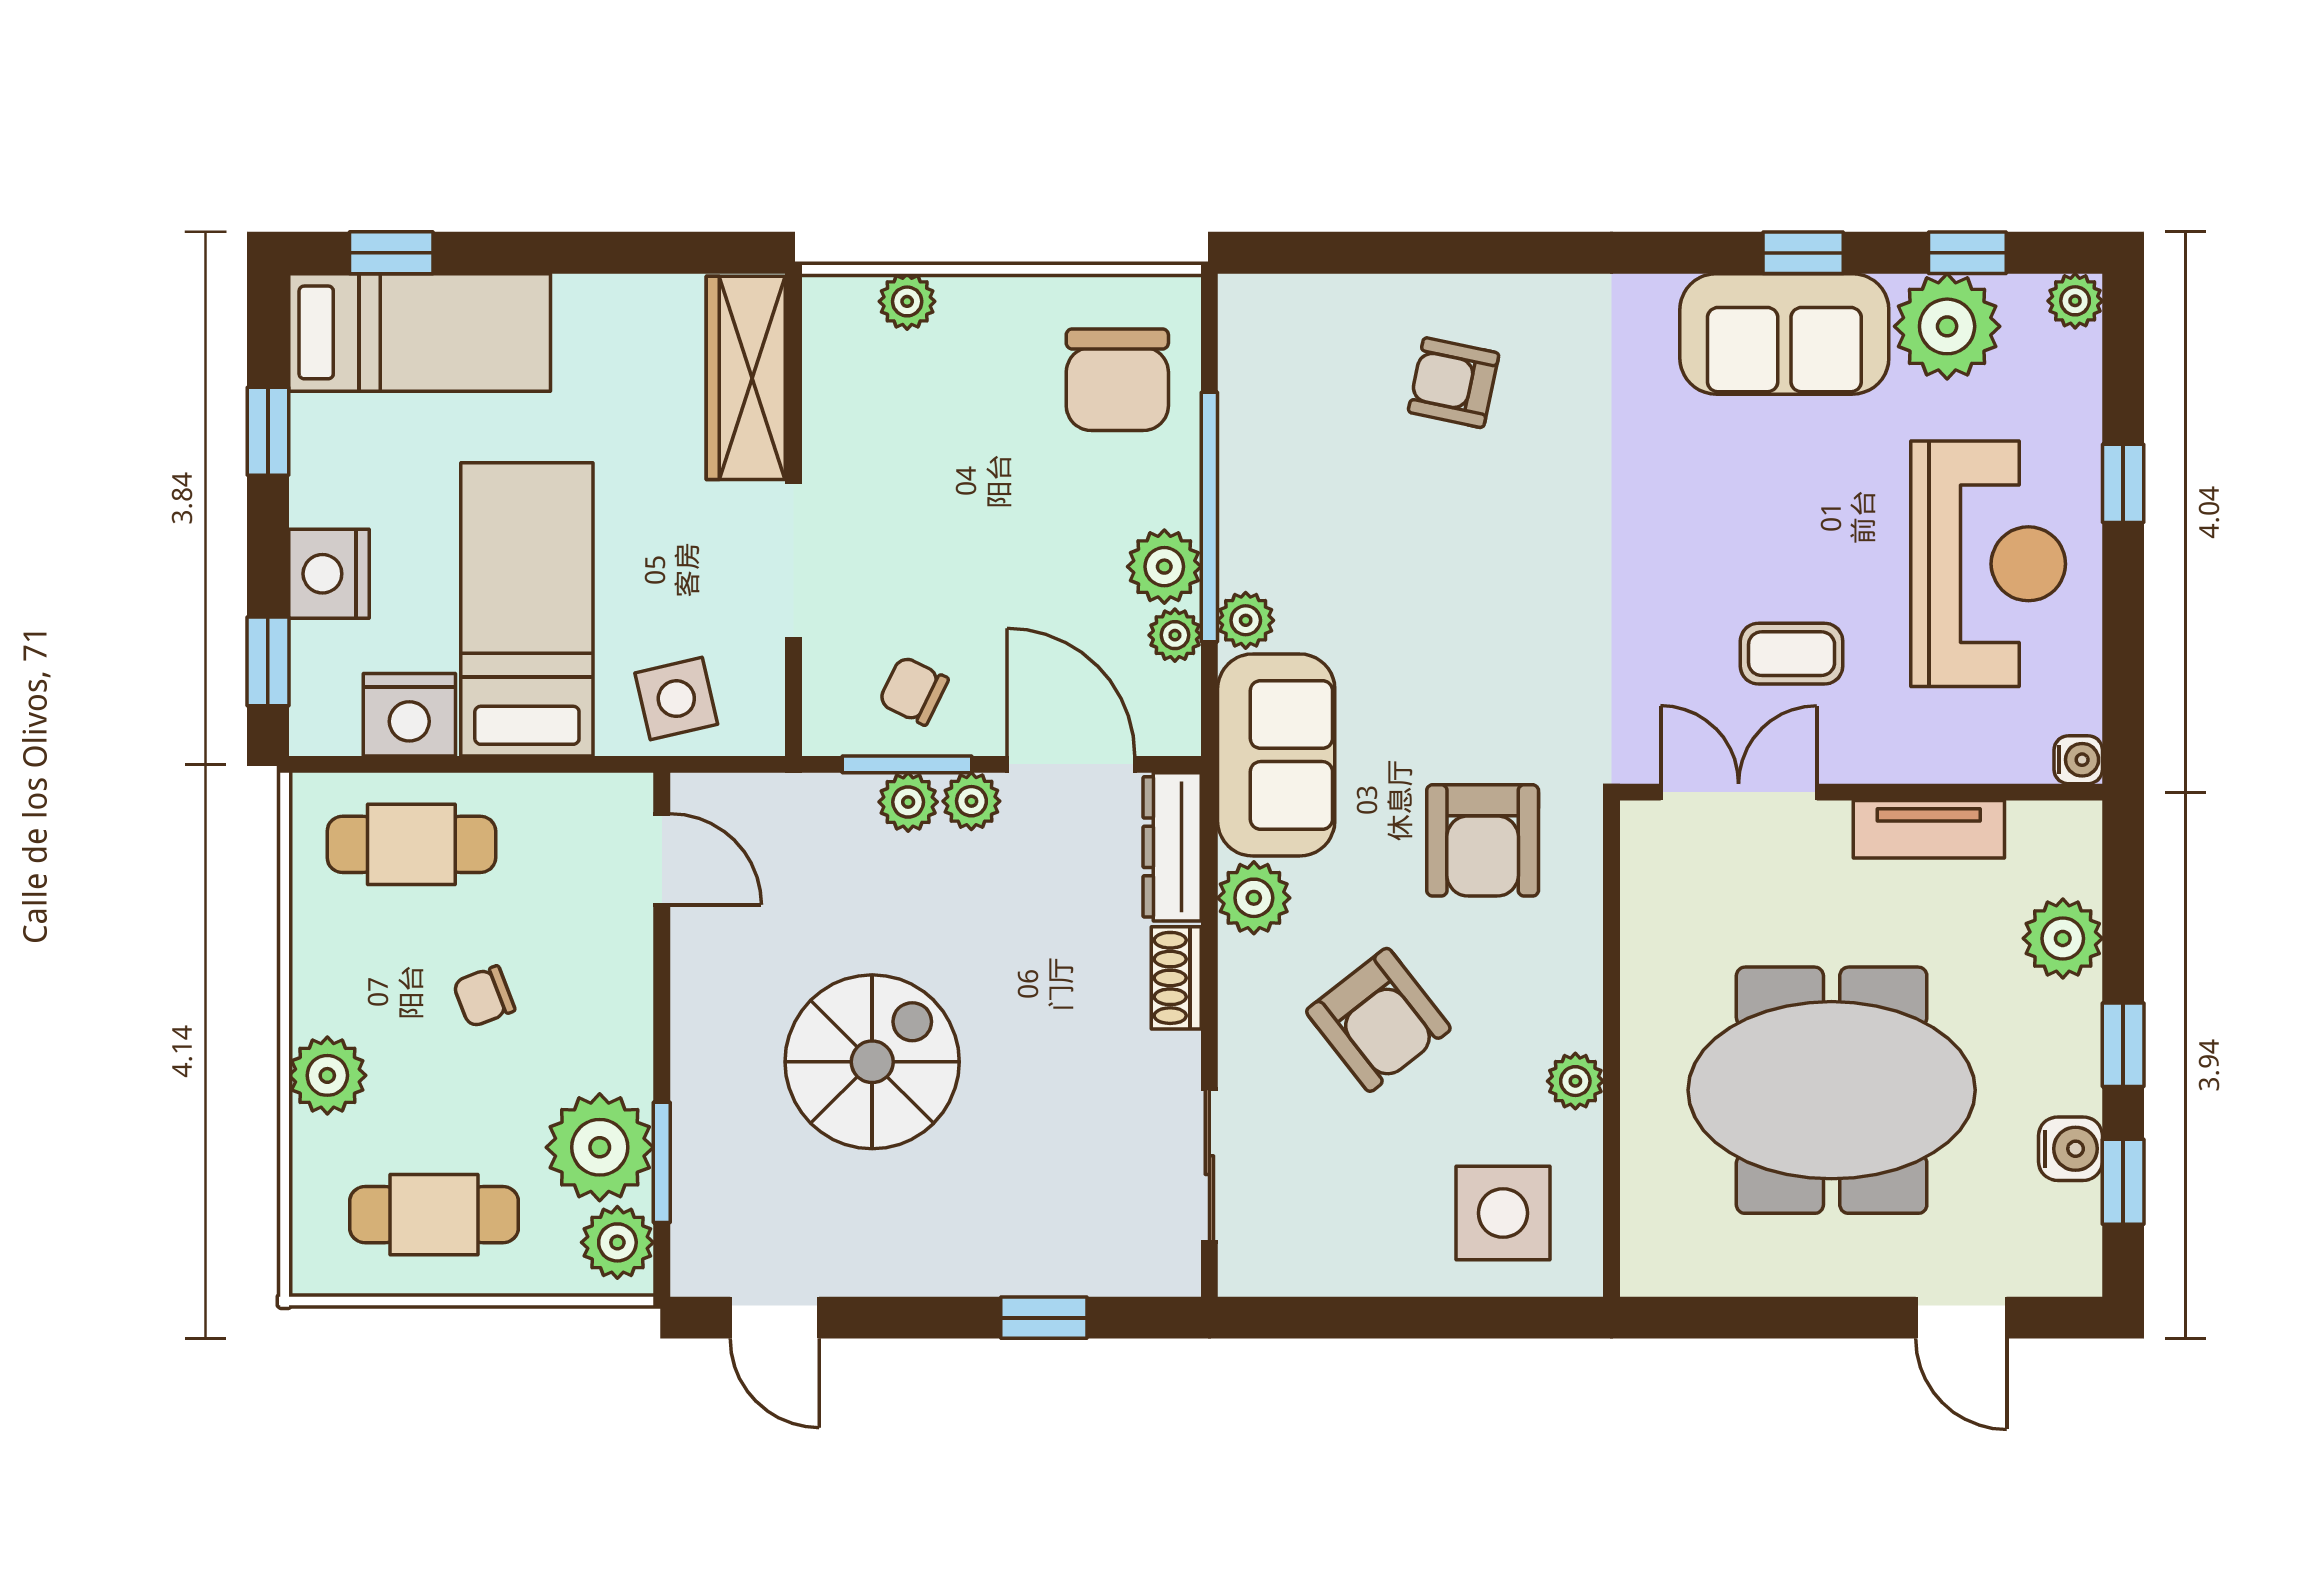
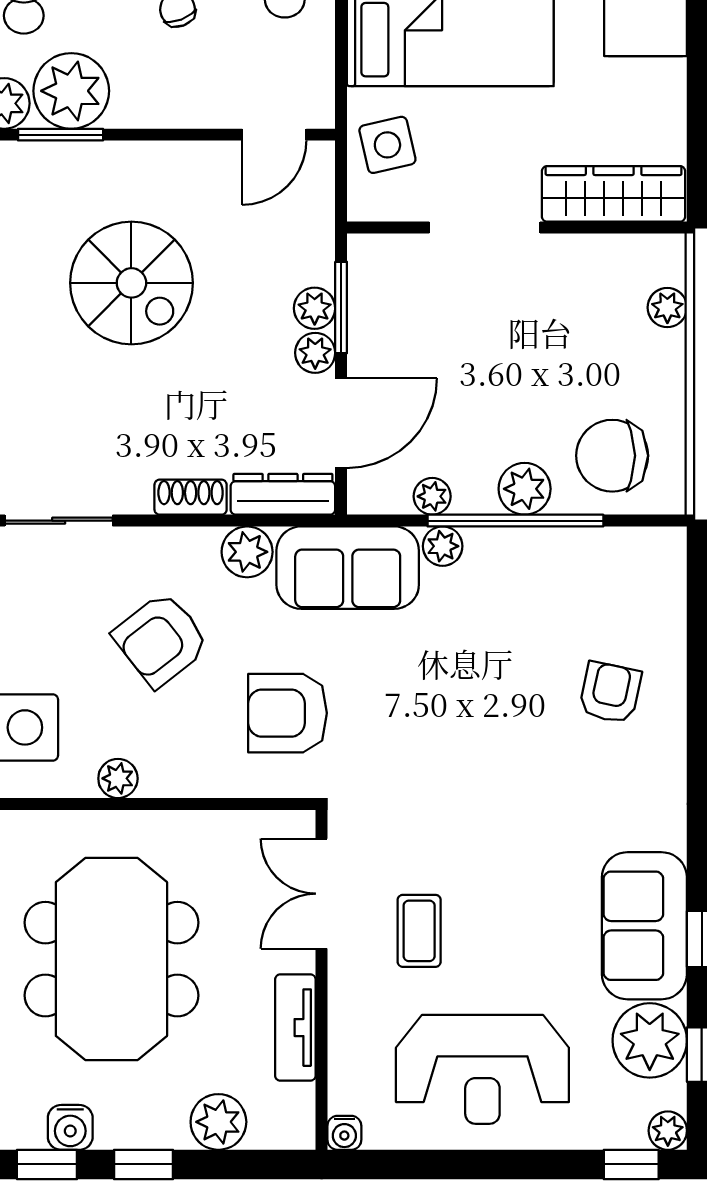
window: (2123, 483) -> (631, 1164), moved
plant: (1164, 567) -> (525, 489), moved
chair: (913, 691) -> (393, 312), removed
double door: (1739, 792) -> (322, 894), swing flipped

